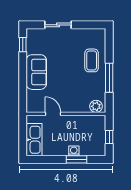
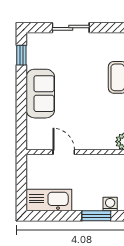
kitchen sink: (34, 140) -> (49, 200), moved, turned -90
washing machine: (74, 151) -> (110, 204), moved

